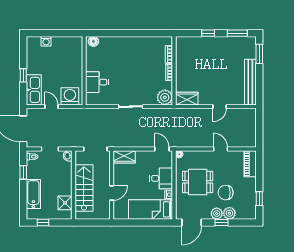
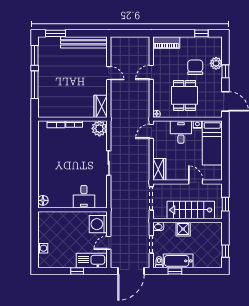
window: (208, 33) -> (35, 85), width x2.17
chair: (226, 193) -> (195, 67), turned 180
bathtub: (33, 194) -> (178, 261), moved
shower: (65, 203) -> (183, 229), moved
plant: (217, 213) -> (216, 76), removed
window: (90, 222) -> (225, 204), added

